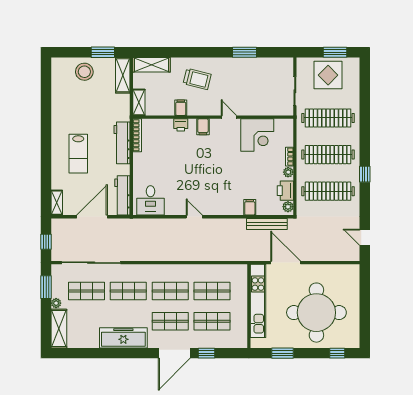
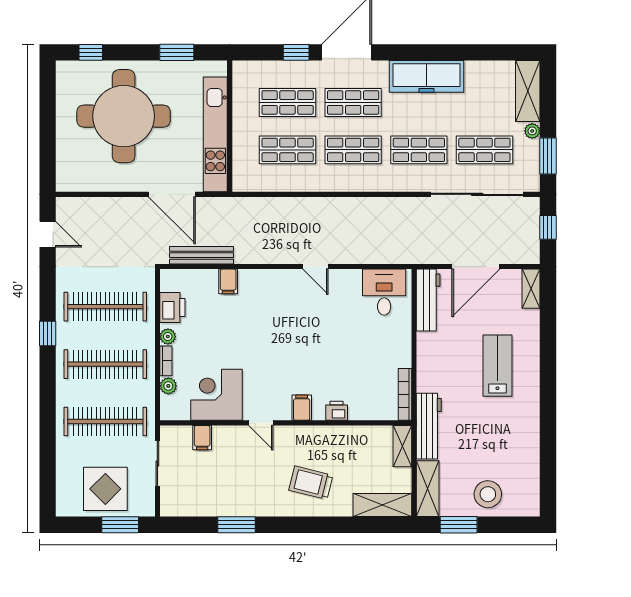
window: (335, 52) -> (120, 525), moved
filing cabinet: (181, 108) -> (202, 438), moved
workbench: (122, 143) -> (429, 426), moved
plant: (288, 207) -> (168, 386), moved

